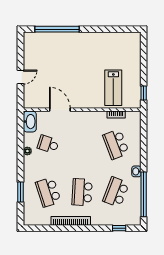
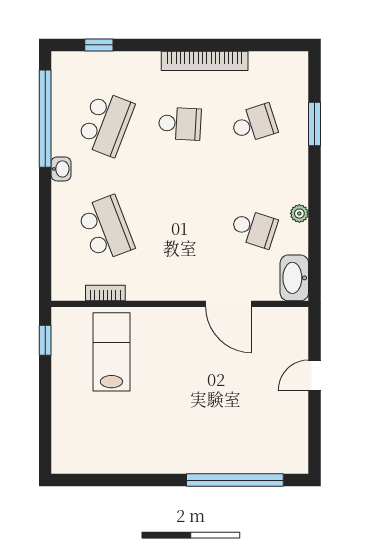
school desk: (48, 192) -> (254, 124), width x0.54
school desk: (82, 192) -> (180, 124), width x0.54

